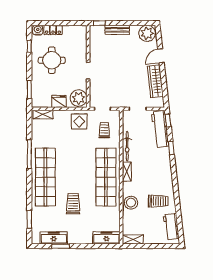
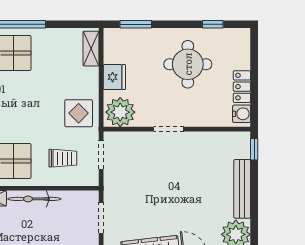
water cooler: (38, 30) -> (242, 114), moved
locker: (53, 30) -> (242, 87), moved
bench: (117, 30) -> (242, 189), width x1.36

